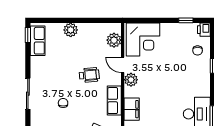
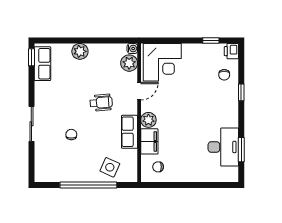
water cooler: (117, 27) -> (132, 49), added
door: (123, 65) -> (139, 91), swing flipped
plant: (131, 80) -> (148, 120), moved

